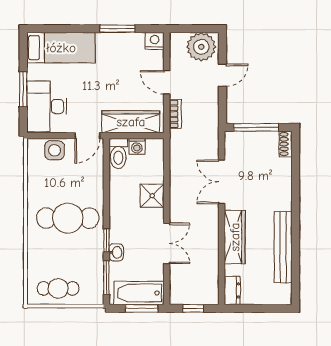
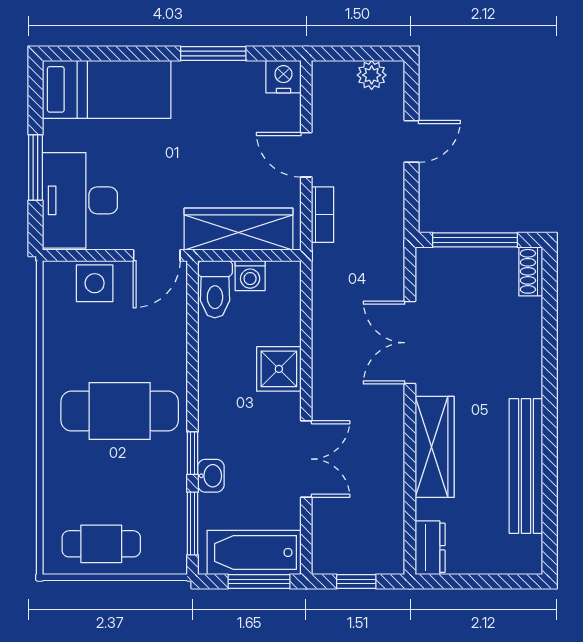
plant: (201, 47) -> (372, 75), width x0.53, depth x0.53

